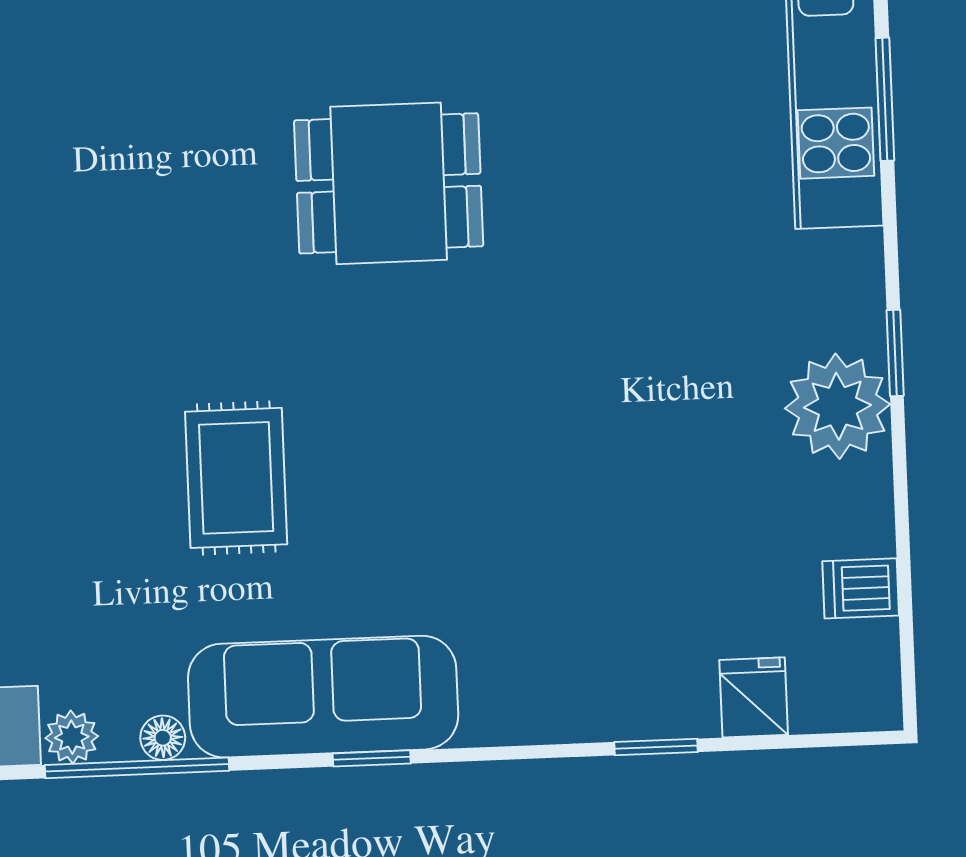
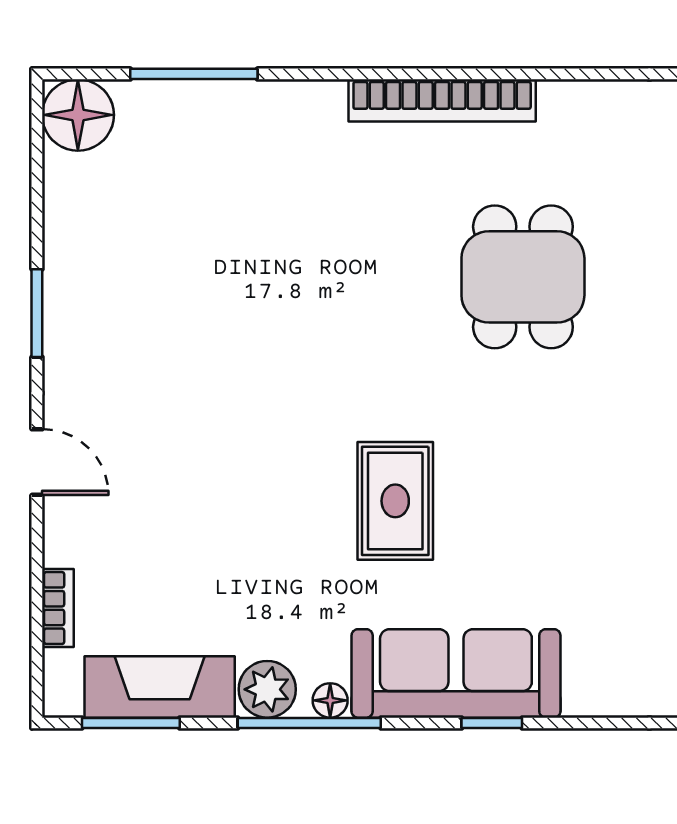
dining table: (389, 183) -> (523, 277), turned 90
plant: (72, 737) -> (267, 689), width x1.38, depth x1.38

